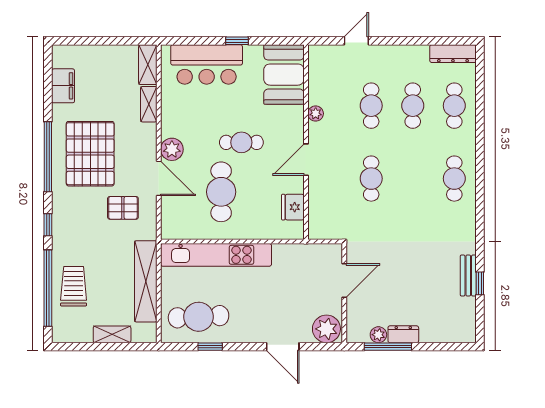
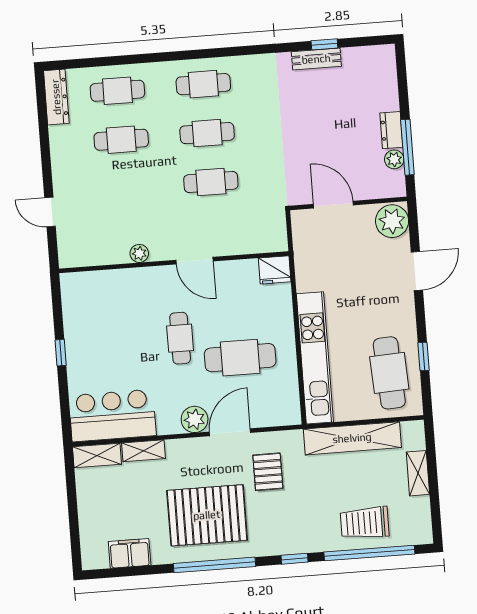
bar counter: (207, 64) -> (112, 416), moved, turned -90
booth: (284, 75) -> (96, 294), removed
cafe table: (371, 106) -> (207, 133), moved
fridge: (293, 207) -> (275, 270), moved

